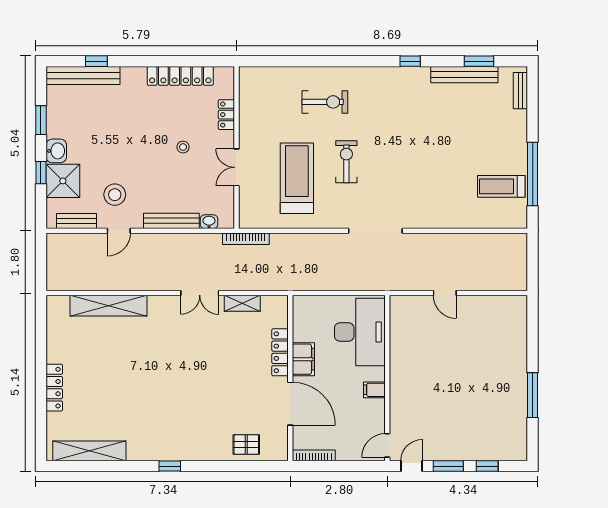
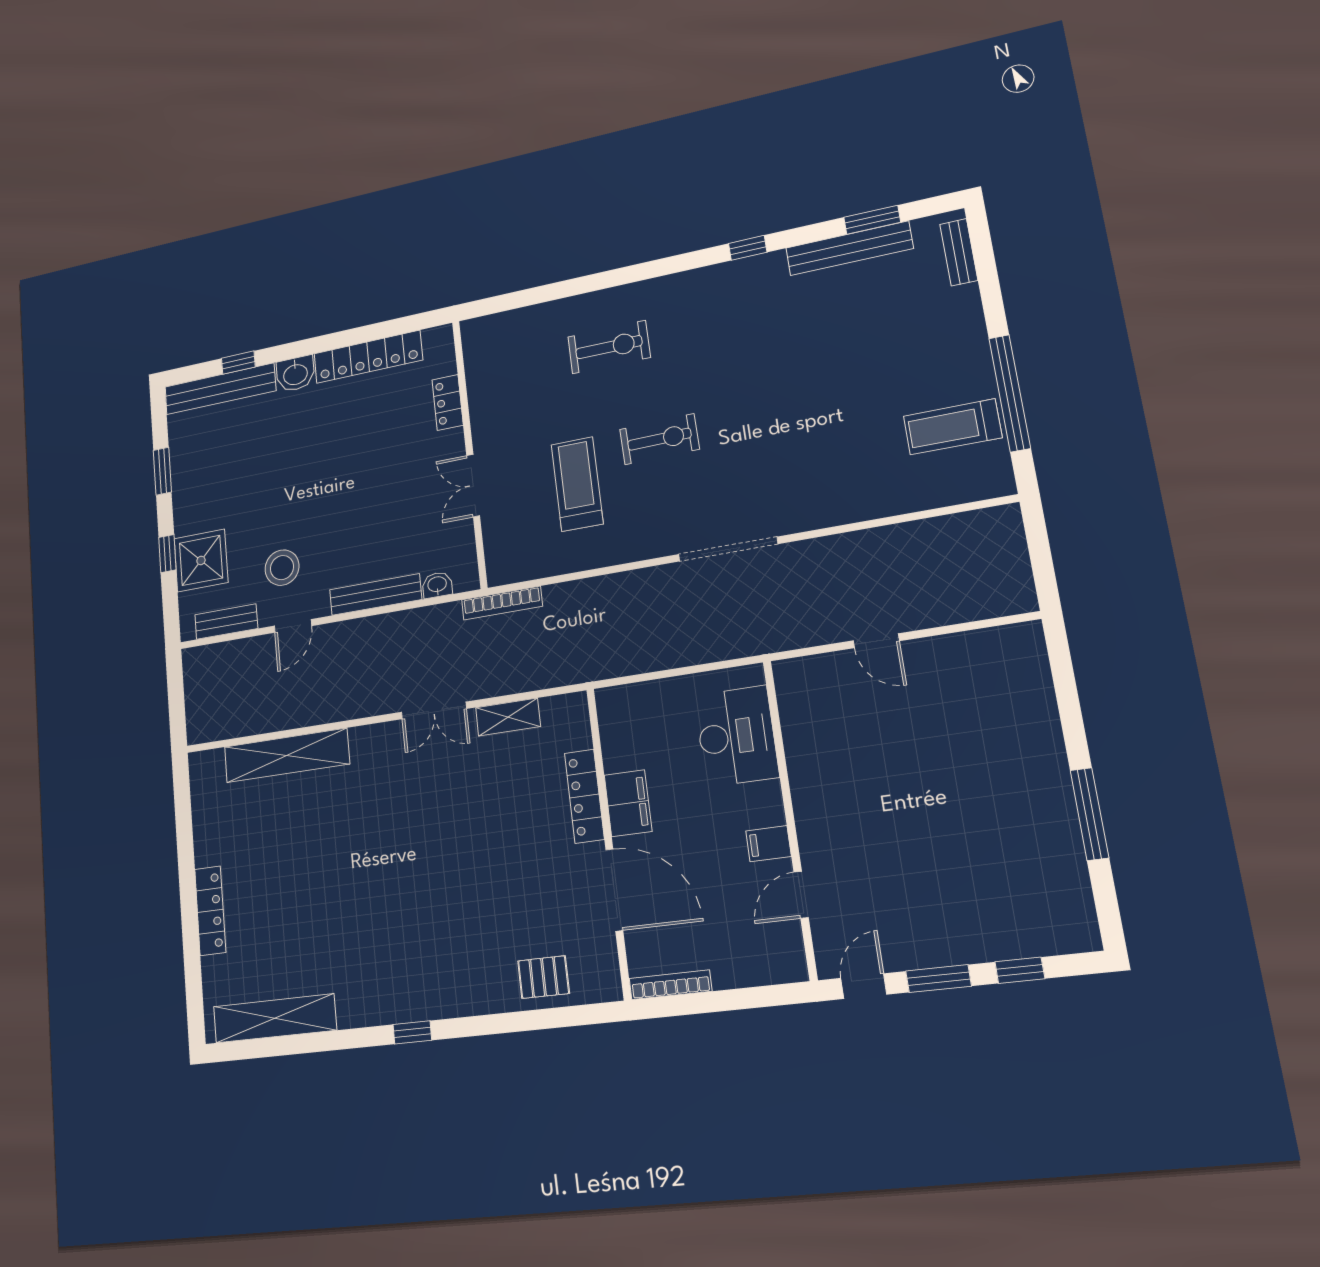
stool: (183, 147) -> (383, 469), removed
washbasin: (56, 151) -> (295, 374), moved, turned 90
exercise bike: (346, 162) -> (659, 439), turned 89
treadmill: (297, 178) -> (577, 484), width x0.73, depth x0.73
desk: (360, 332) -> (736, 736), width x0.73, depth x0.77
door: (387, 445) -> (801, 895), moved

